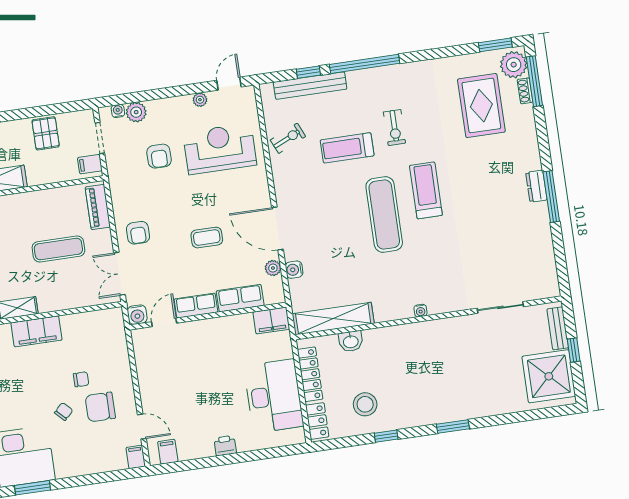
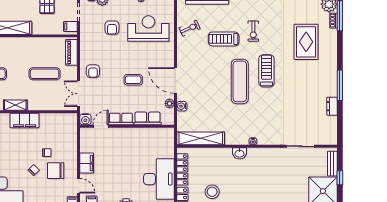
rug: (481, 106) -> (306, 42), moved
dresser: (536, 186) -> (332, 106), moved
filing cabinet: (271, 321) -> (87, 163), moved, turned -90
washbasin: (351, 341) -> (240, 153), moved

